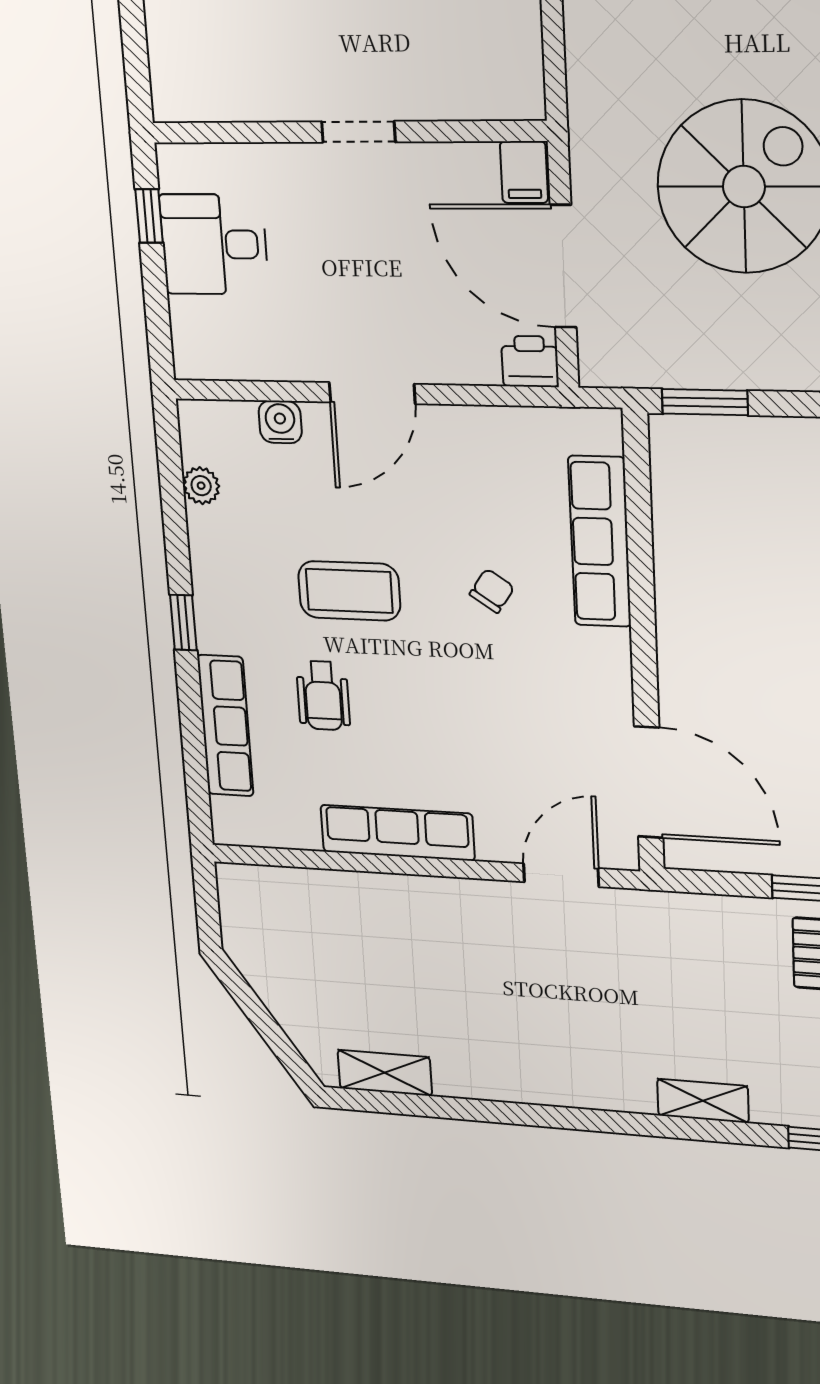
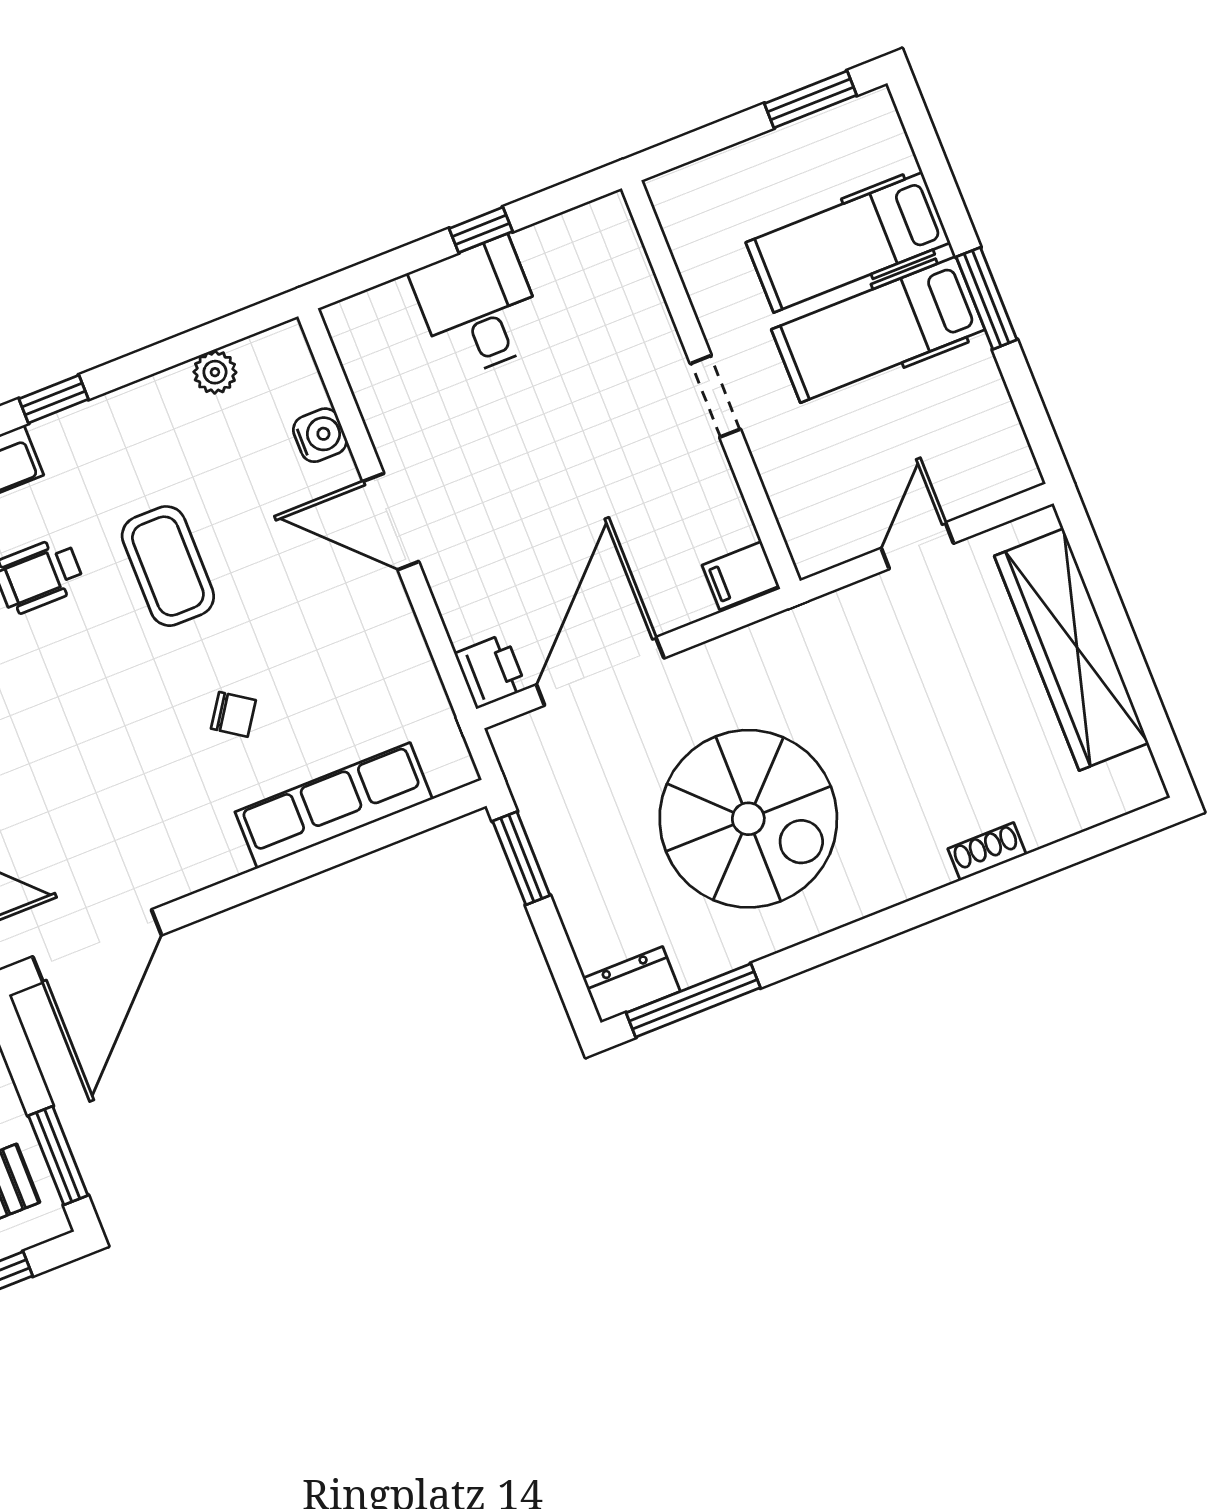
wall: (347, 132) -> (711, 385), moved
doorway: (358, 132) -> (715, 396), moved
filing cabinet: (524, 172) -> (741, 576), moved

